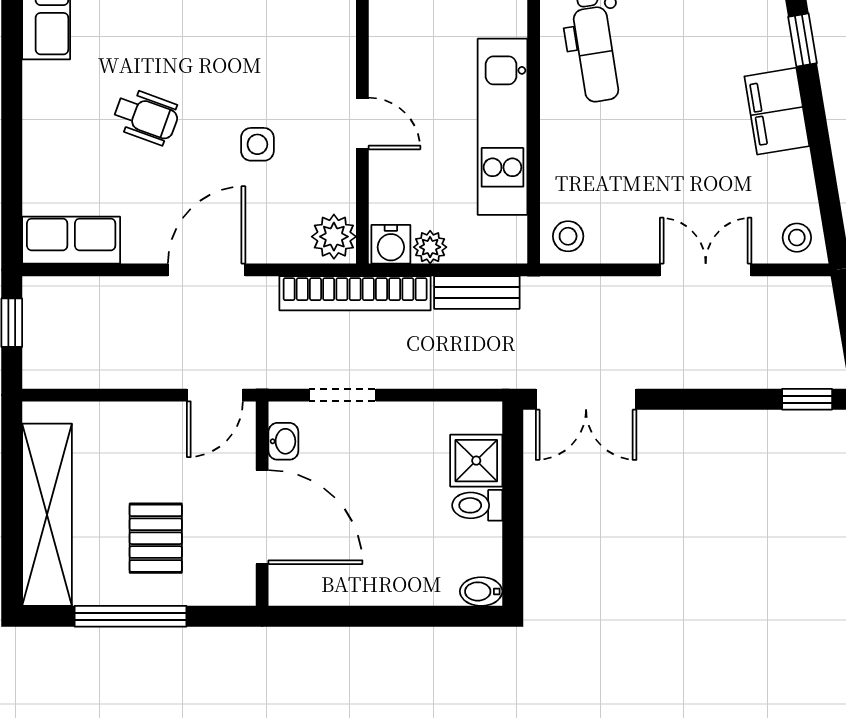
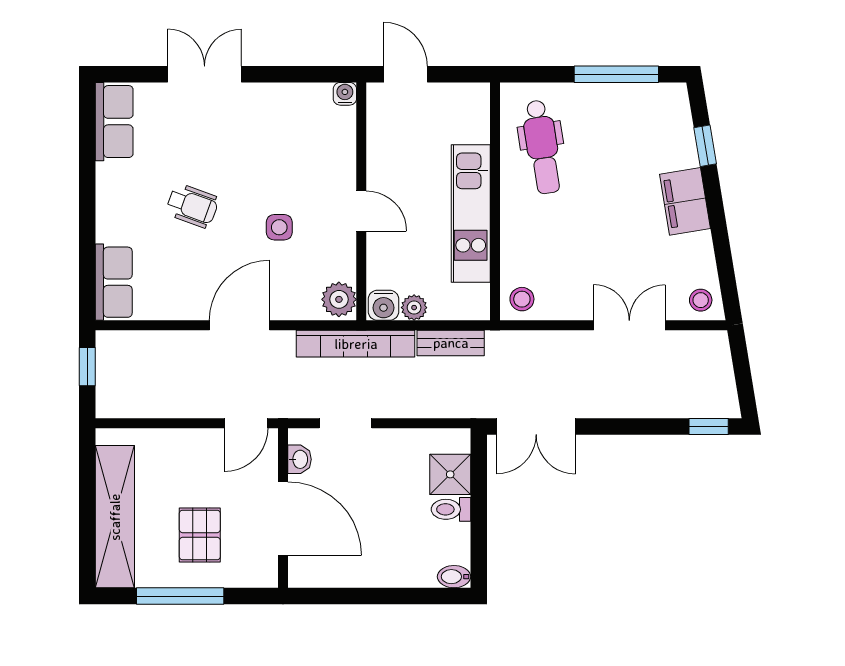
row of seats: (71, 240) -> (114, 282), moved, turned 90

